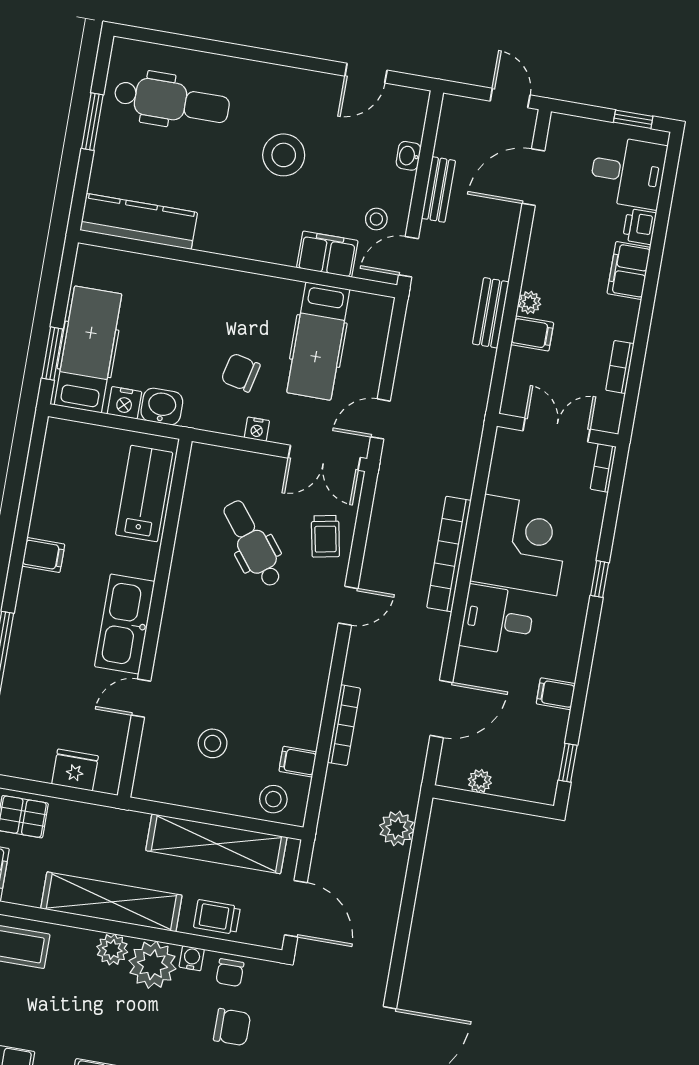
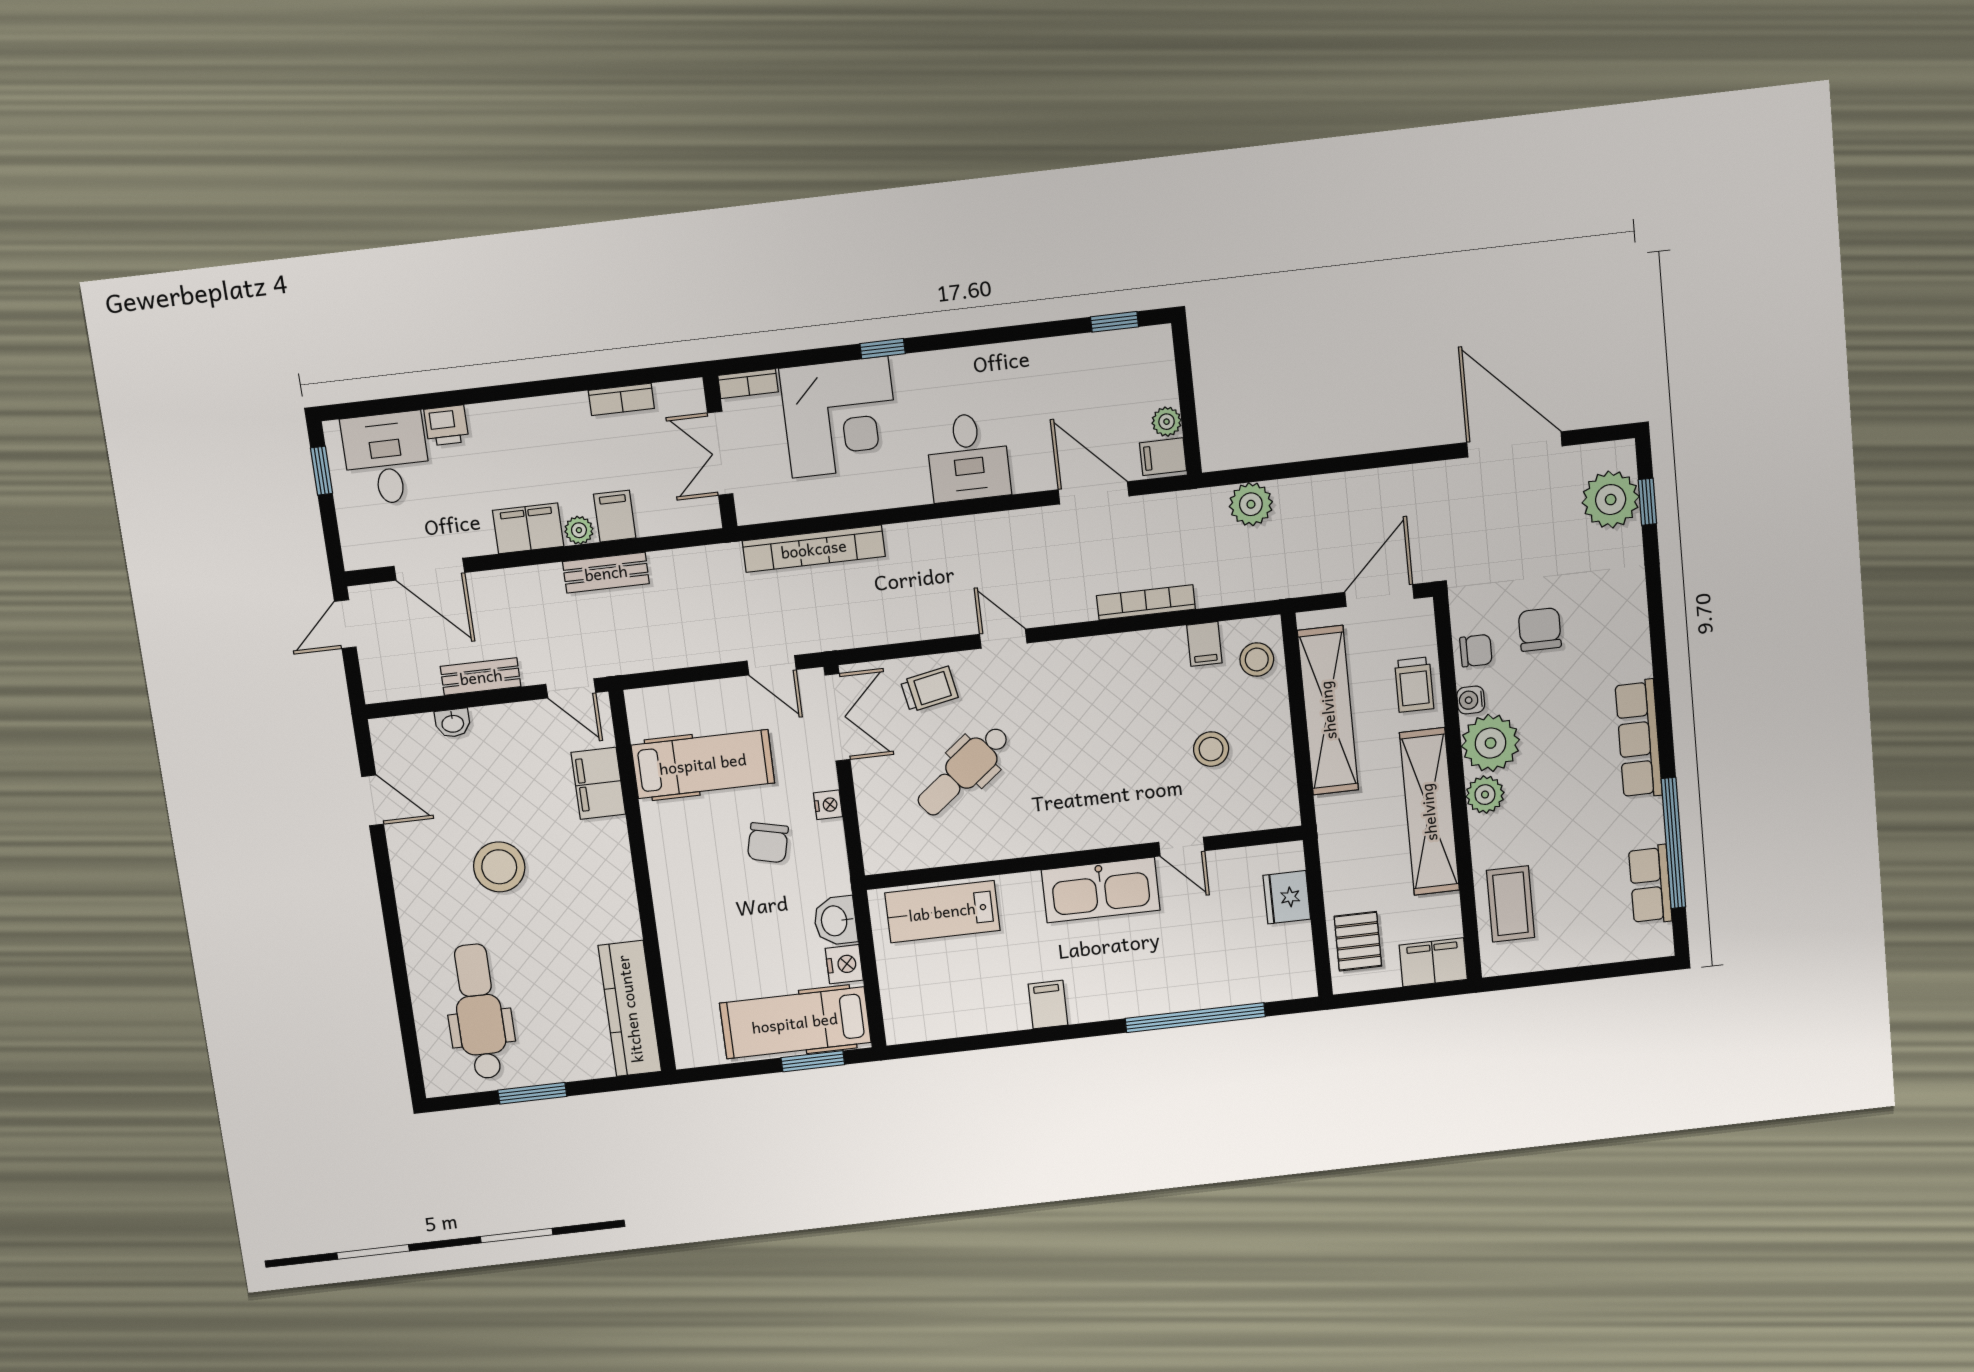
stool: (376, 219) -> (539, 739), removed
filing cabinet: (629, 270) -> (528, 528), moved, turned 180
corner desk: (521, 545) -> (840, 417), moved, turned 180
bookcase: (449, 554) -> (814, 549), moved
filing cabinet: (556, 694) -> (1163, 457), moved, turned 90

